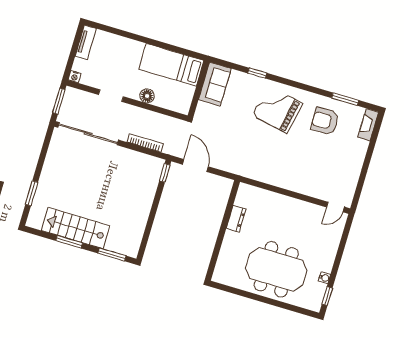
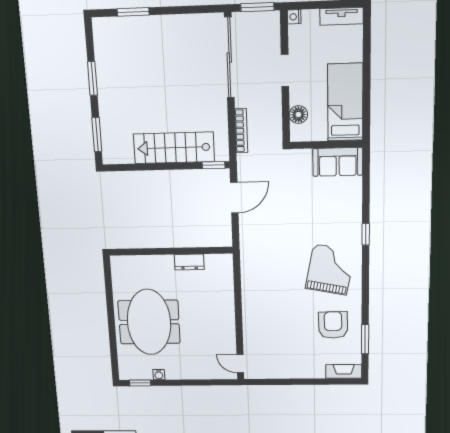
bed: (171, 65) -> (345, 102), moved
sofa: (215, 84) -> (338, 162), moved
wall: (199, 89) -> (326, 145), moved
stairs: (76, 228) -> (174, 148), moved, turned -90

